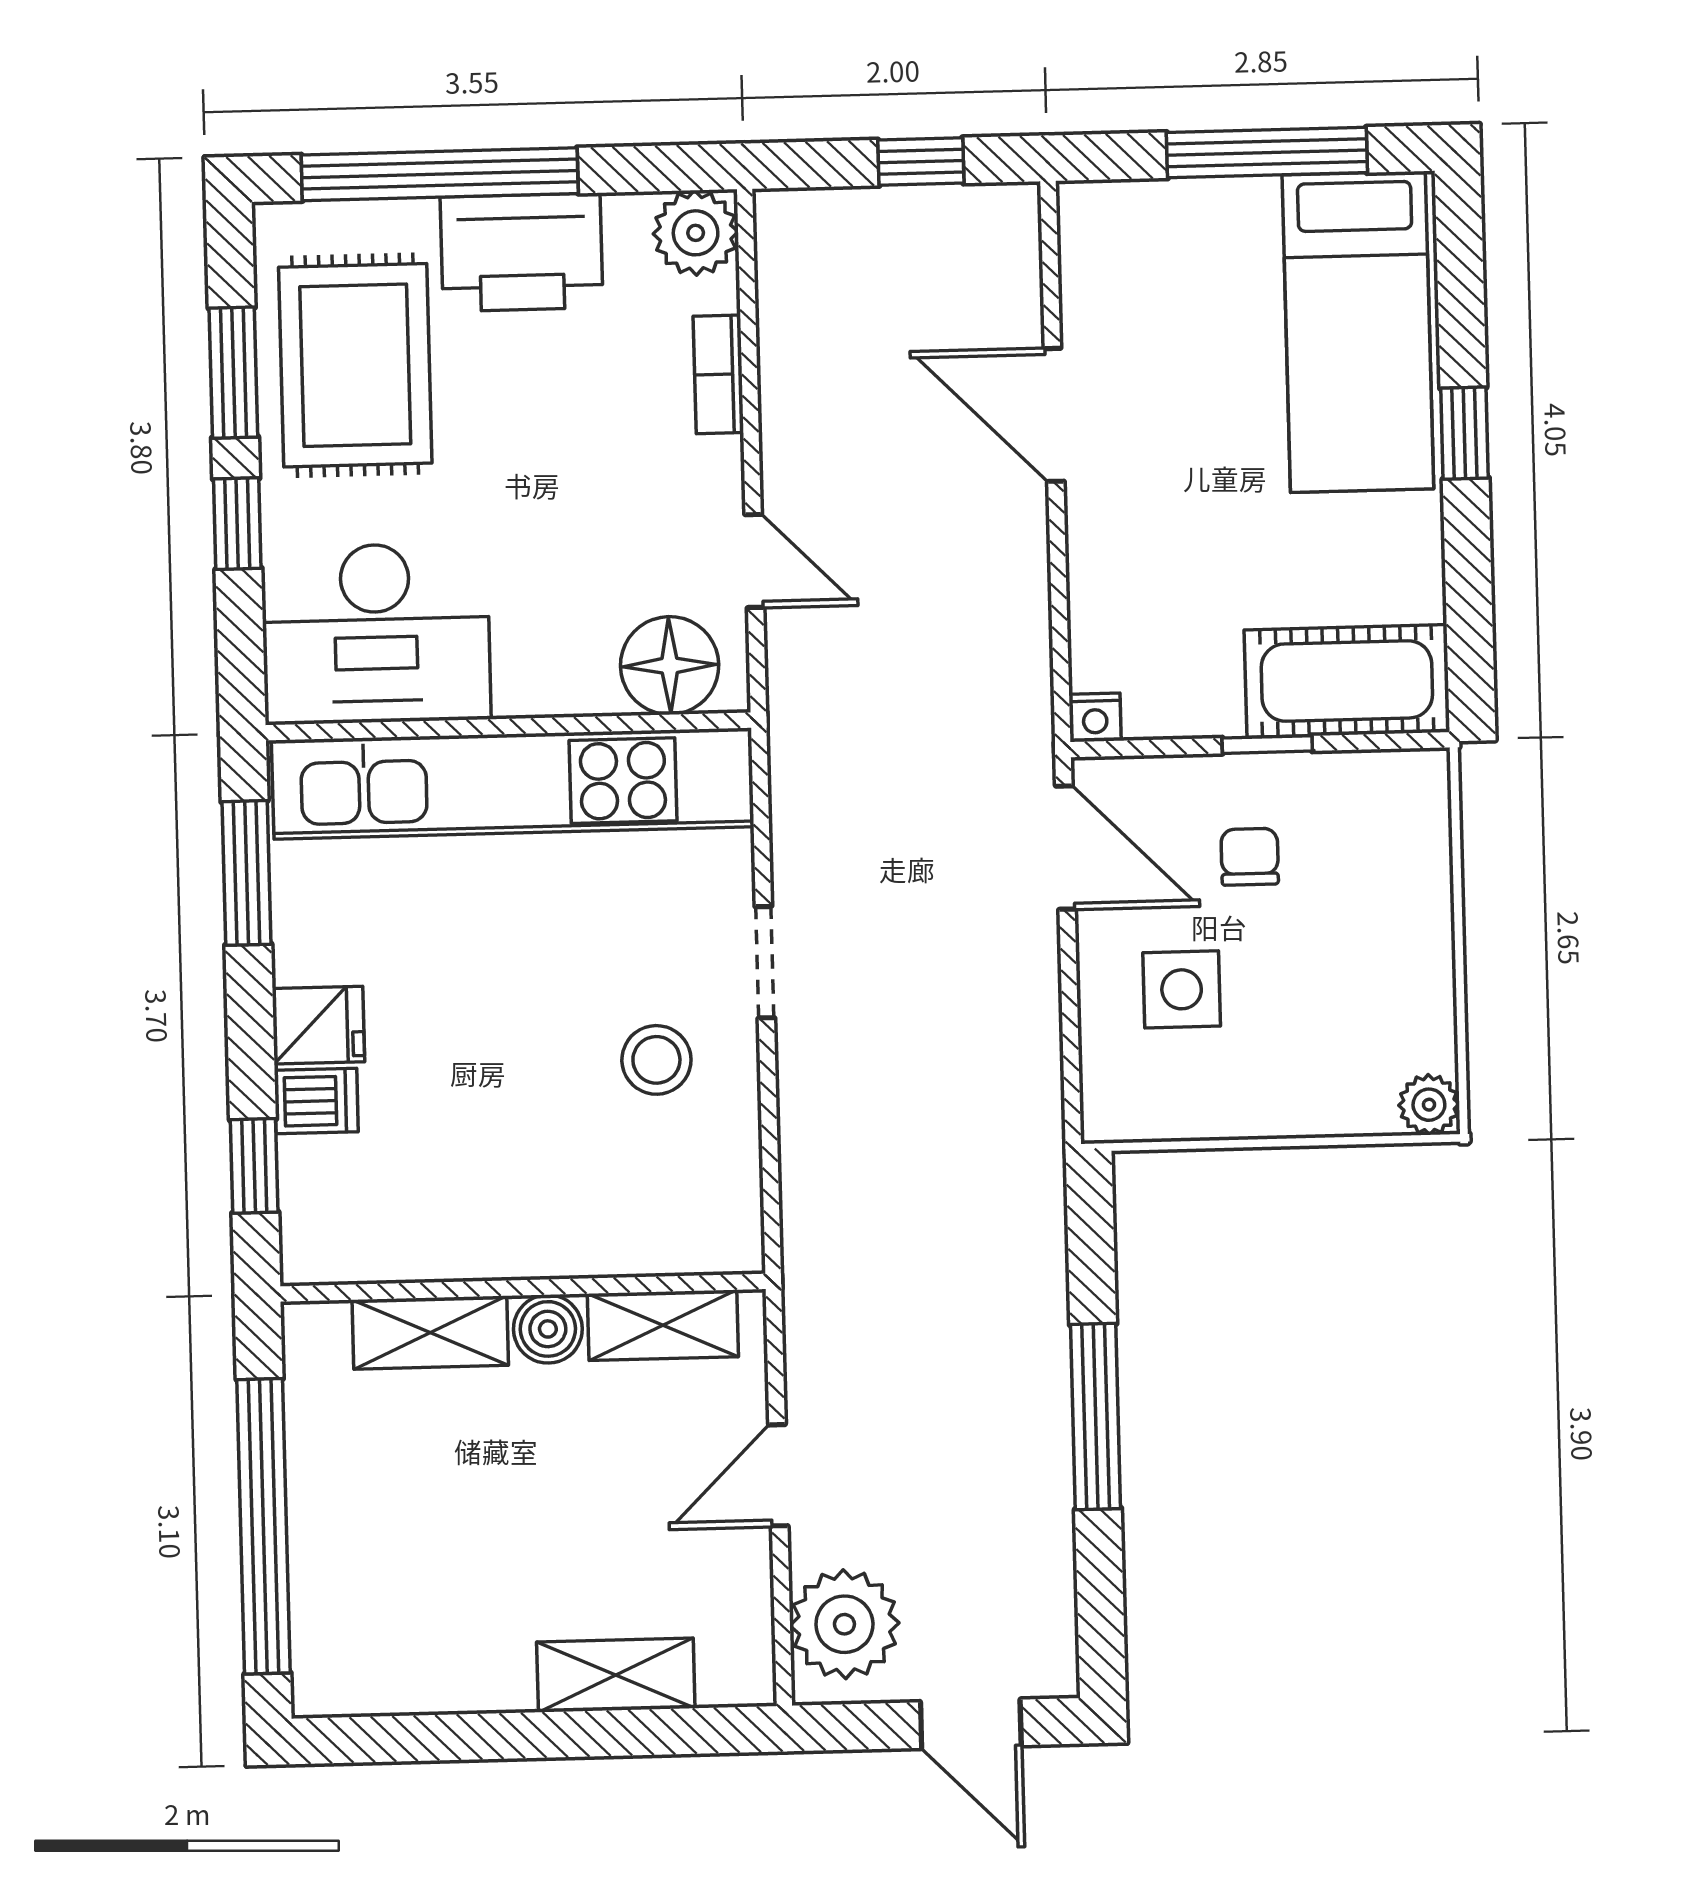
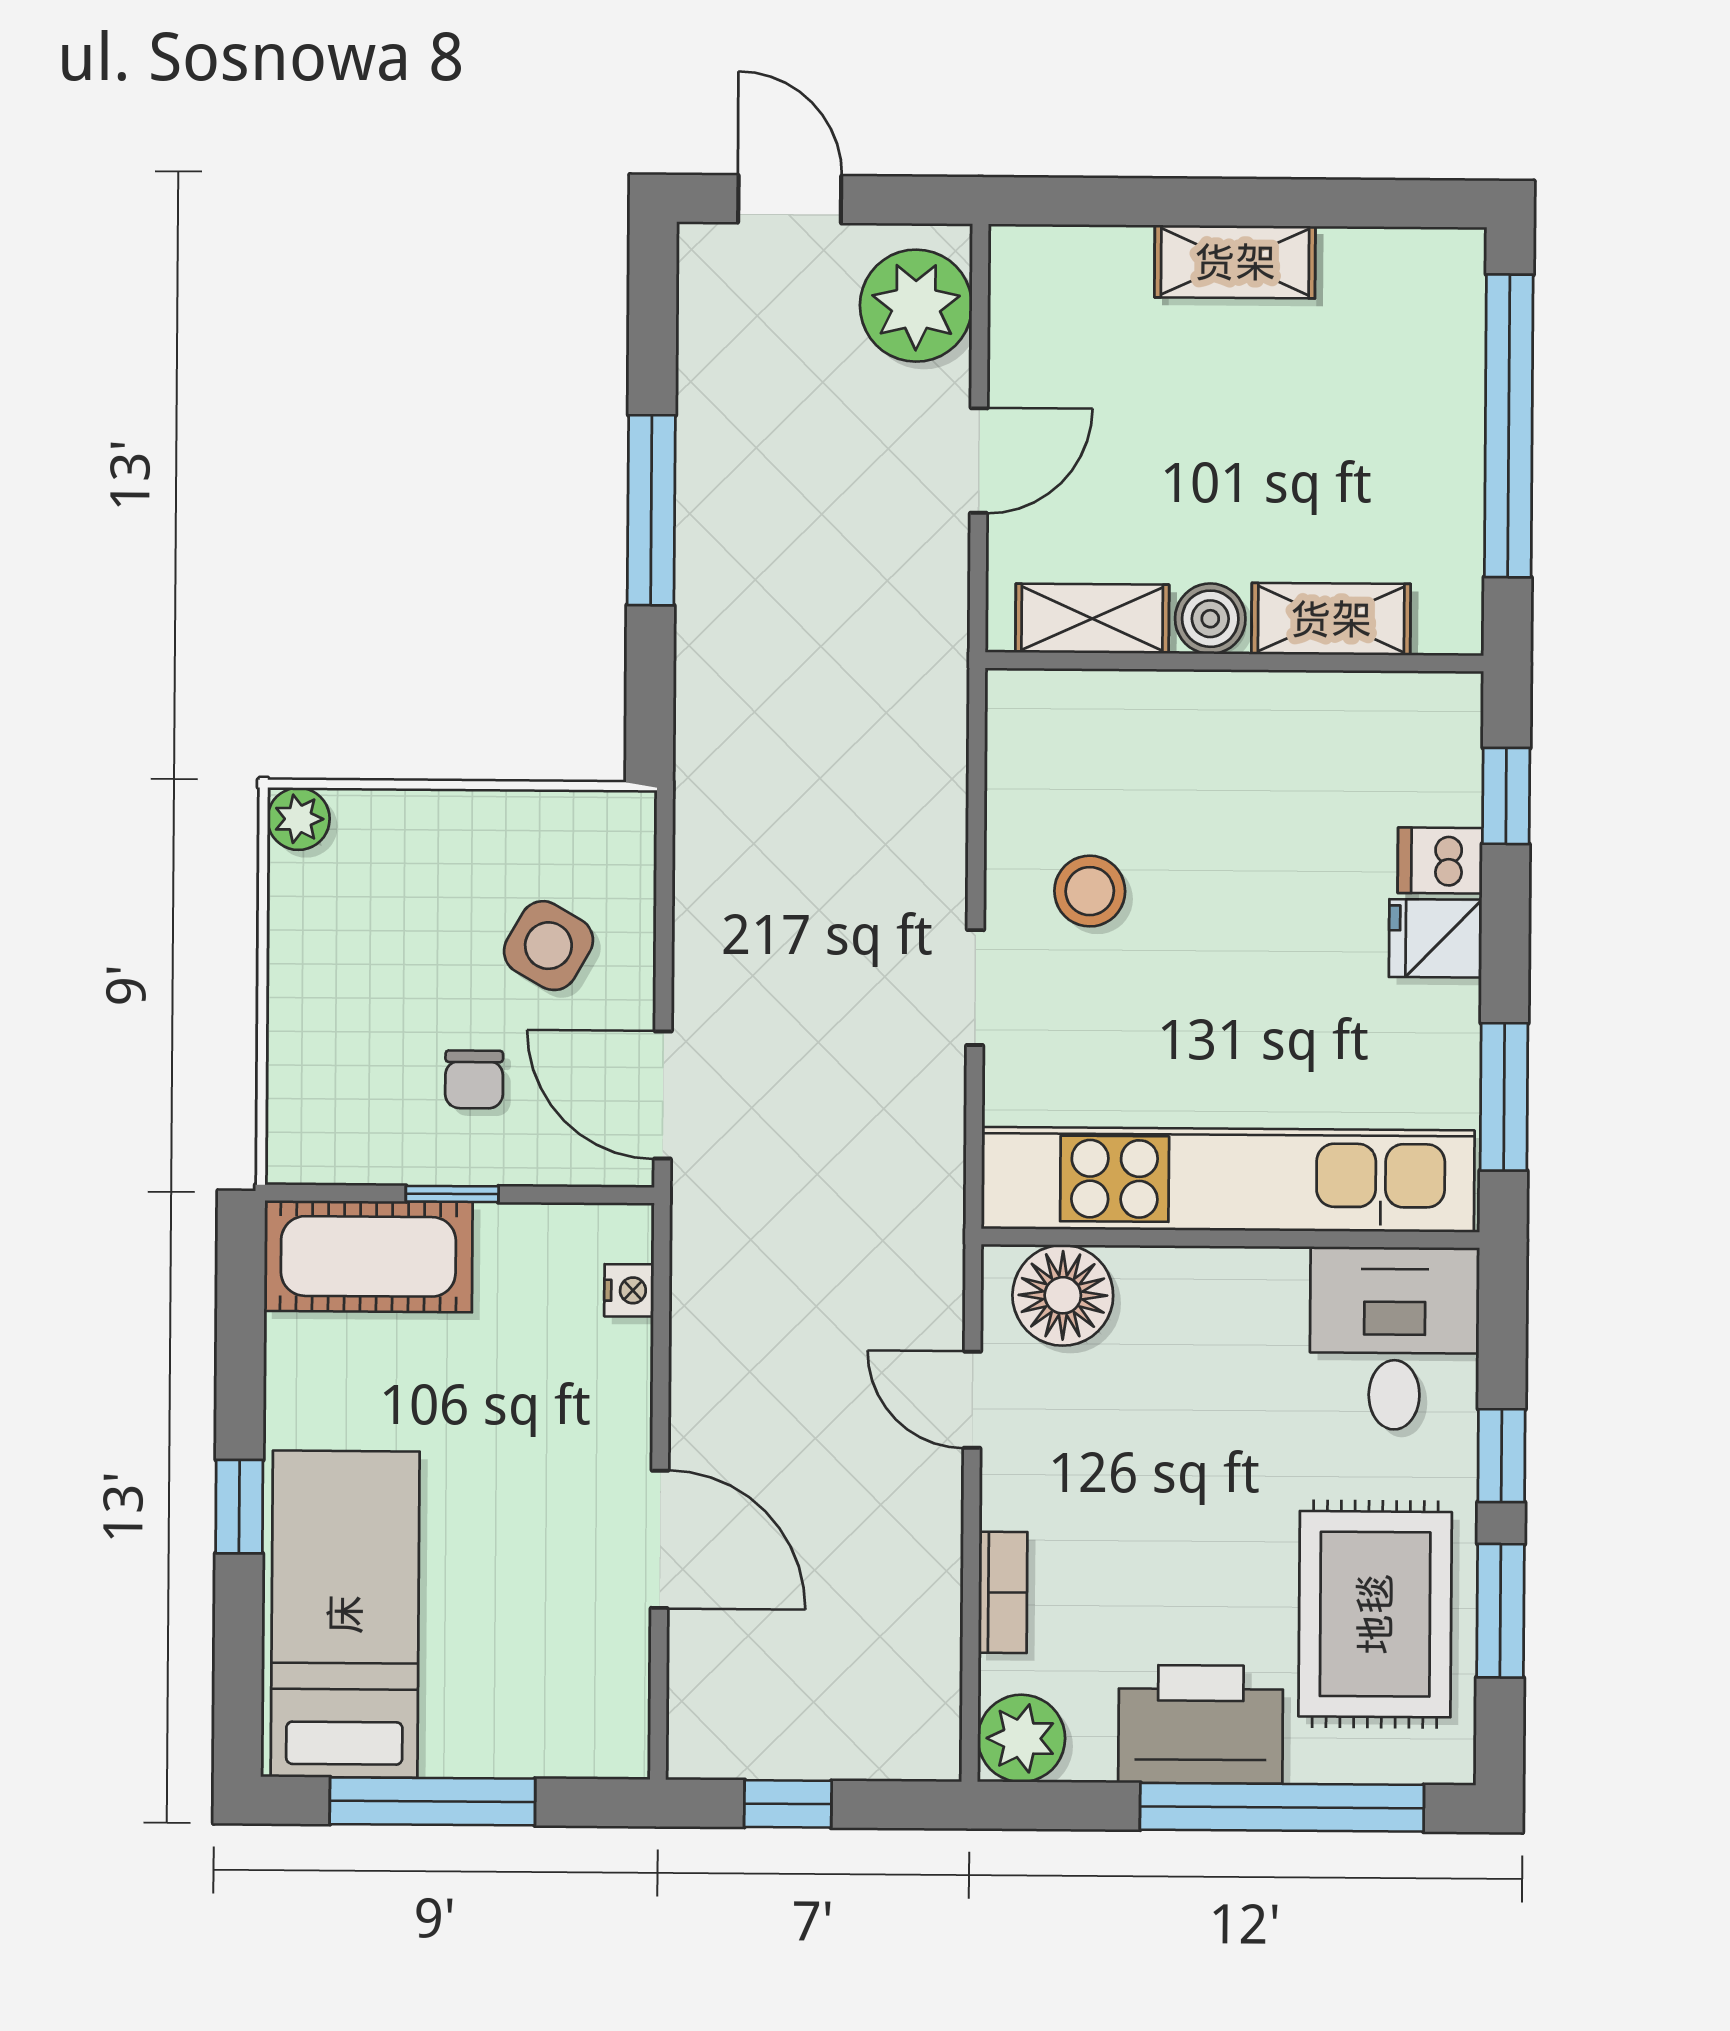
desk: (376, 634) -> (1394, 1338), width x0.73
nightstand: (1095, 717) -> (629, 1290), moved, turned 90
side table: (1182, 989) -> (548, 946), turned 30
shelving: (616, 1675) -> (1235, 262), moved

